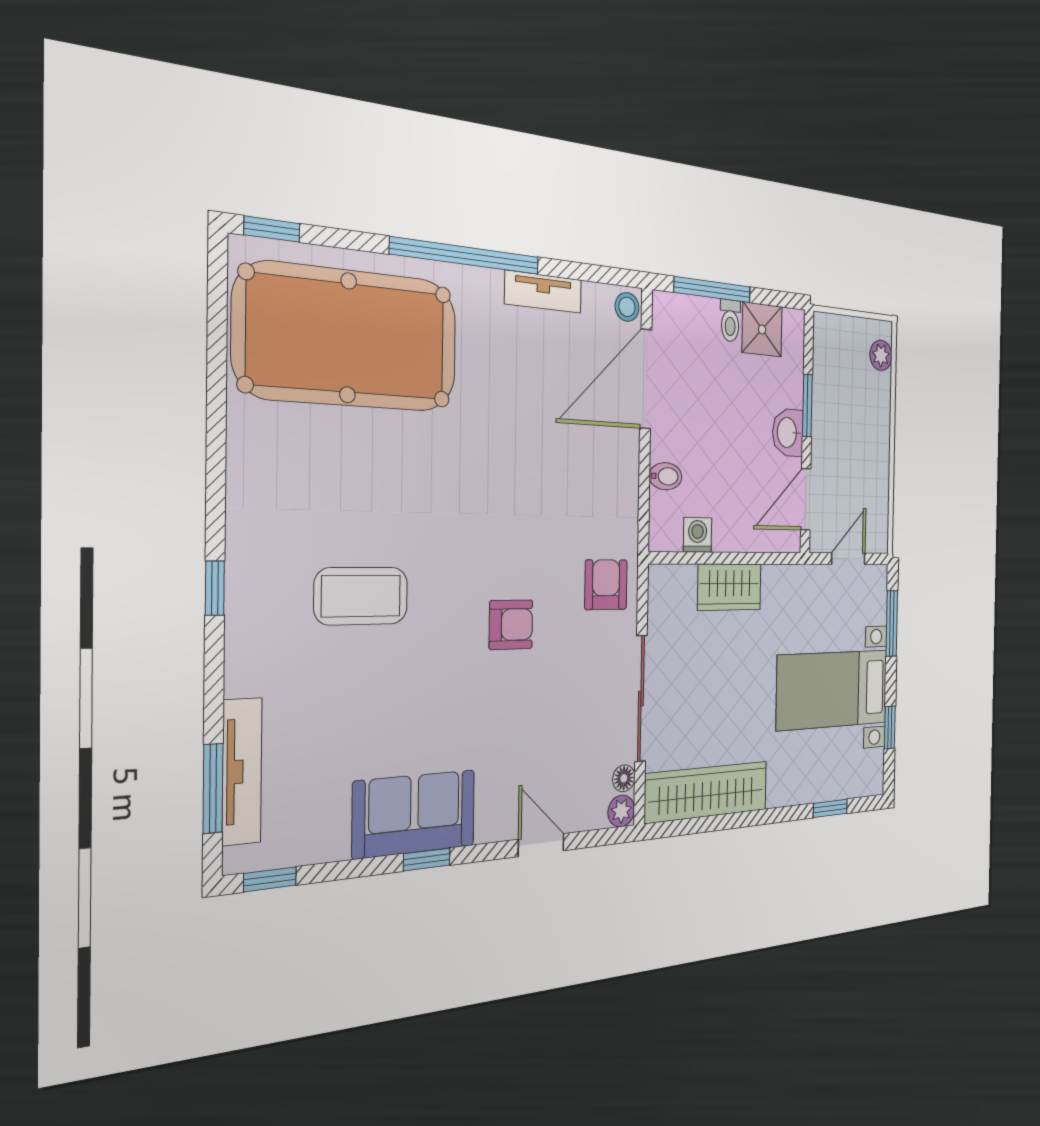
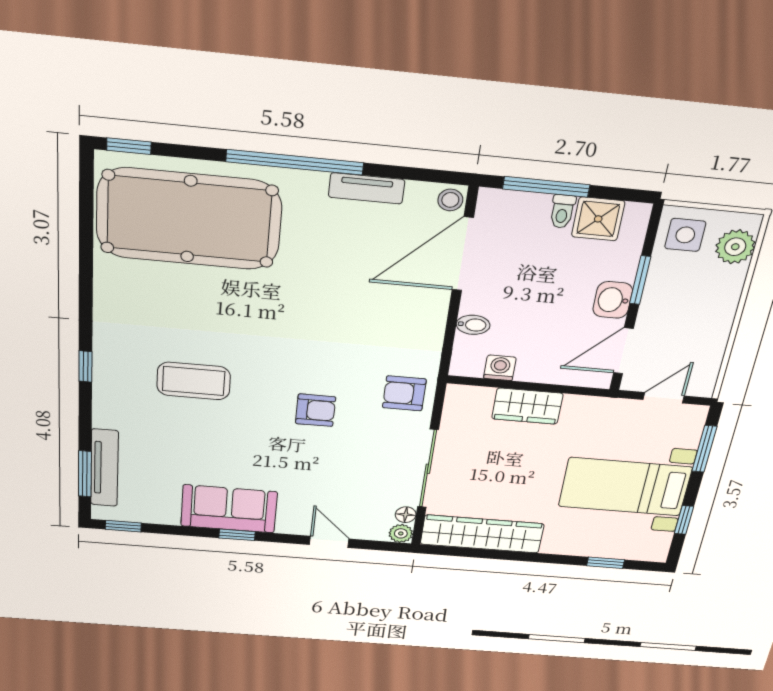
side table: (836, 348) -> (685, 235), added
plant: (881, 355) -> (735, 247), width x1.38, depth x1.38
armchair: (606, 585) -> (404, 393), turned -90

